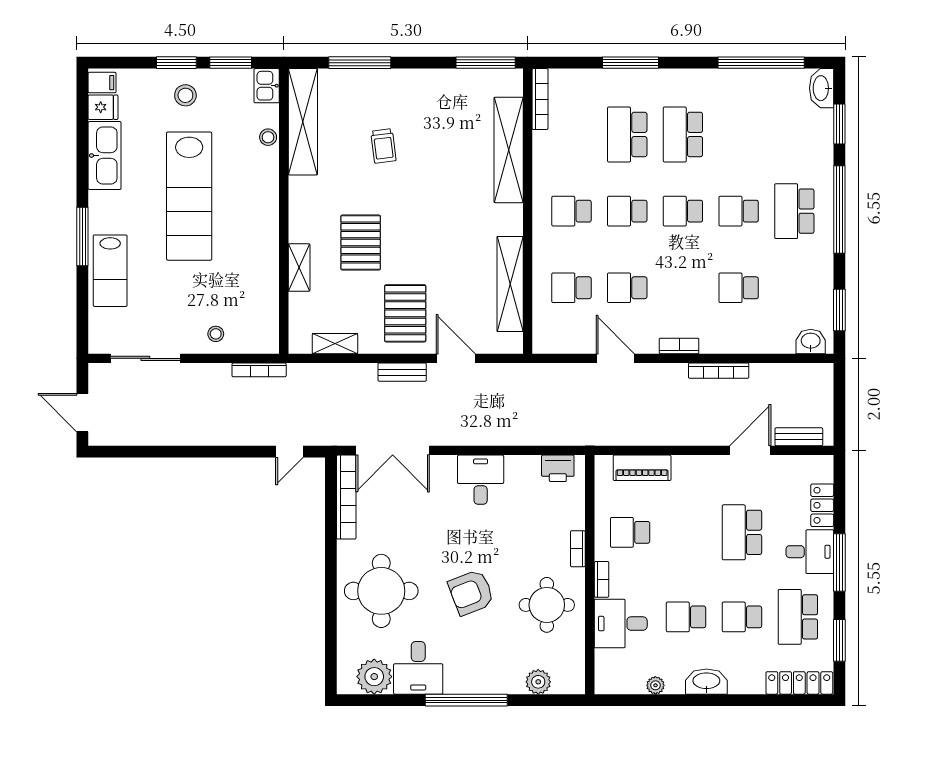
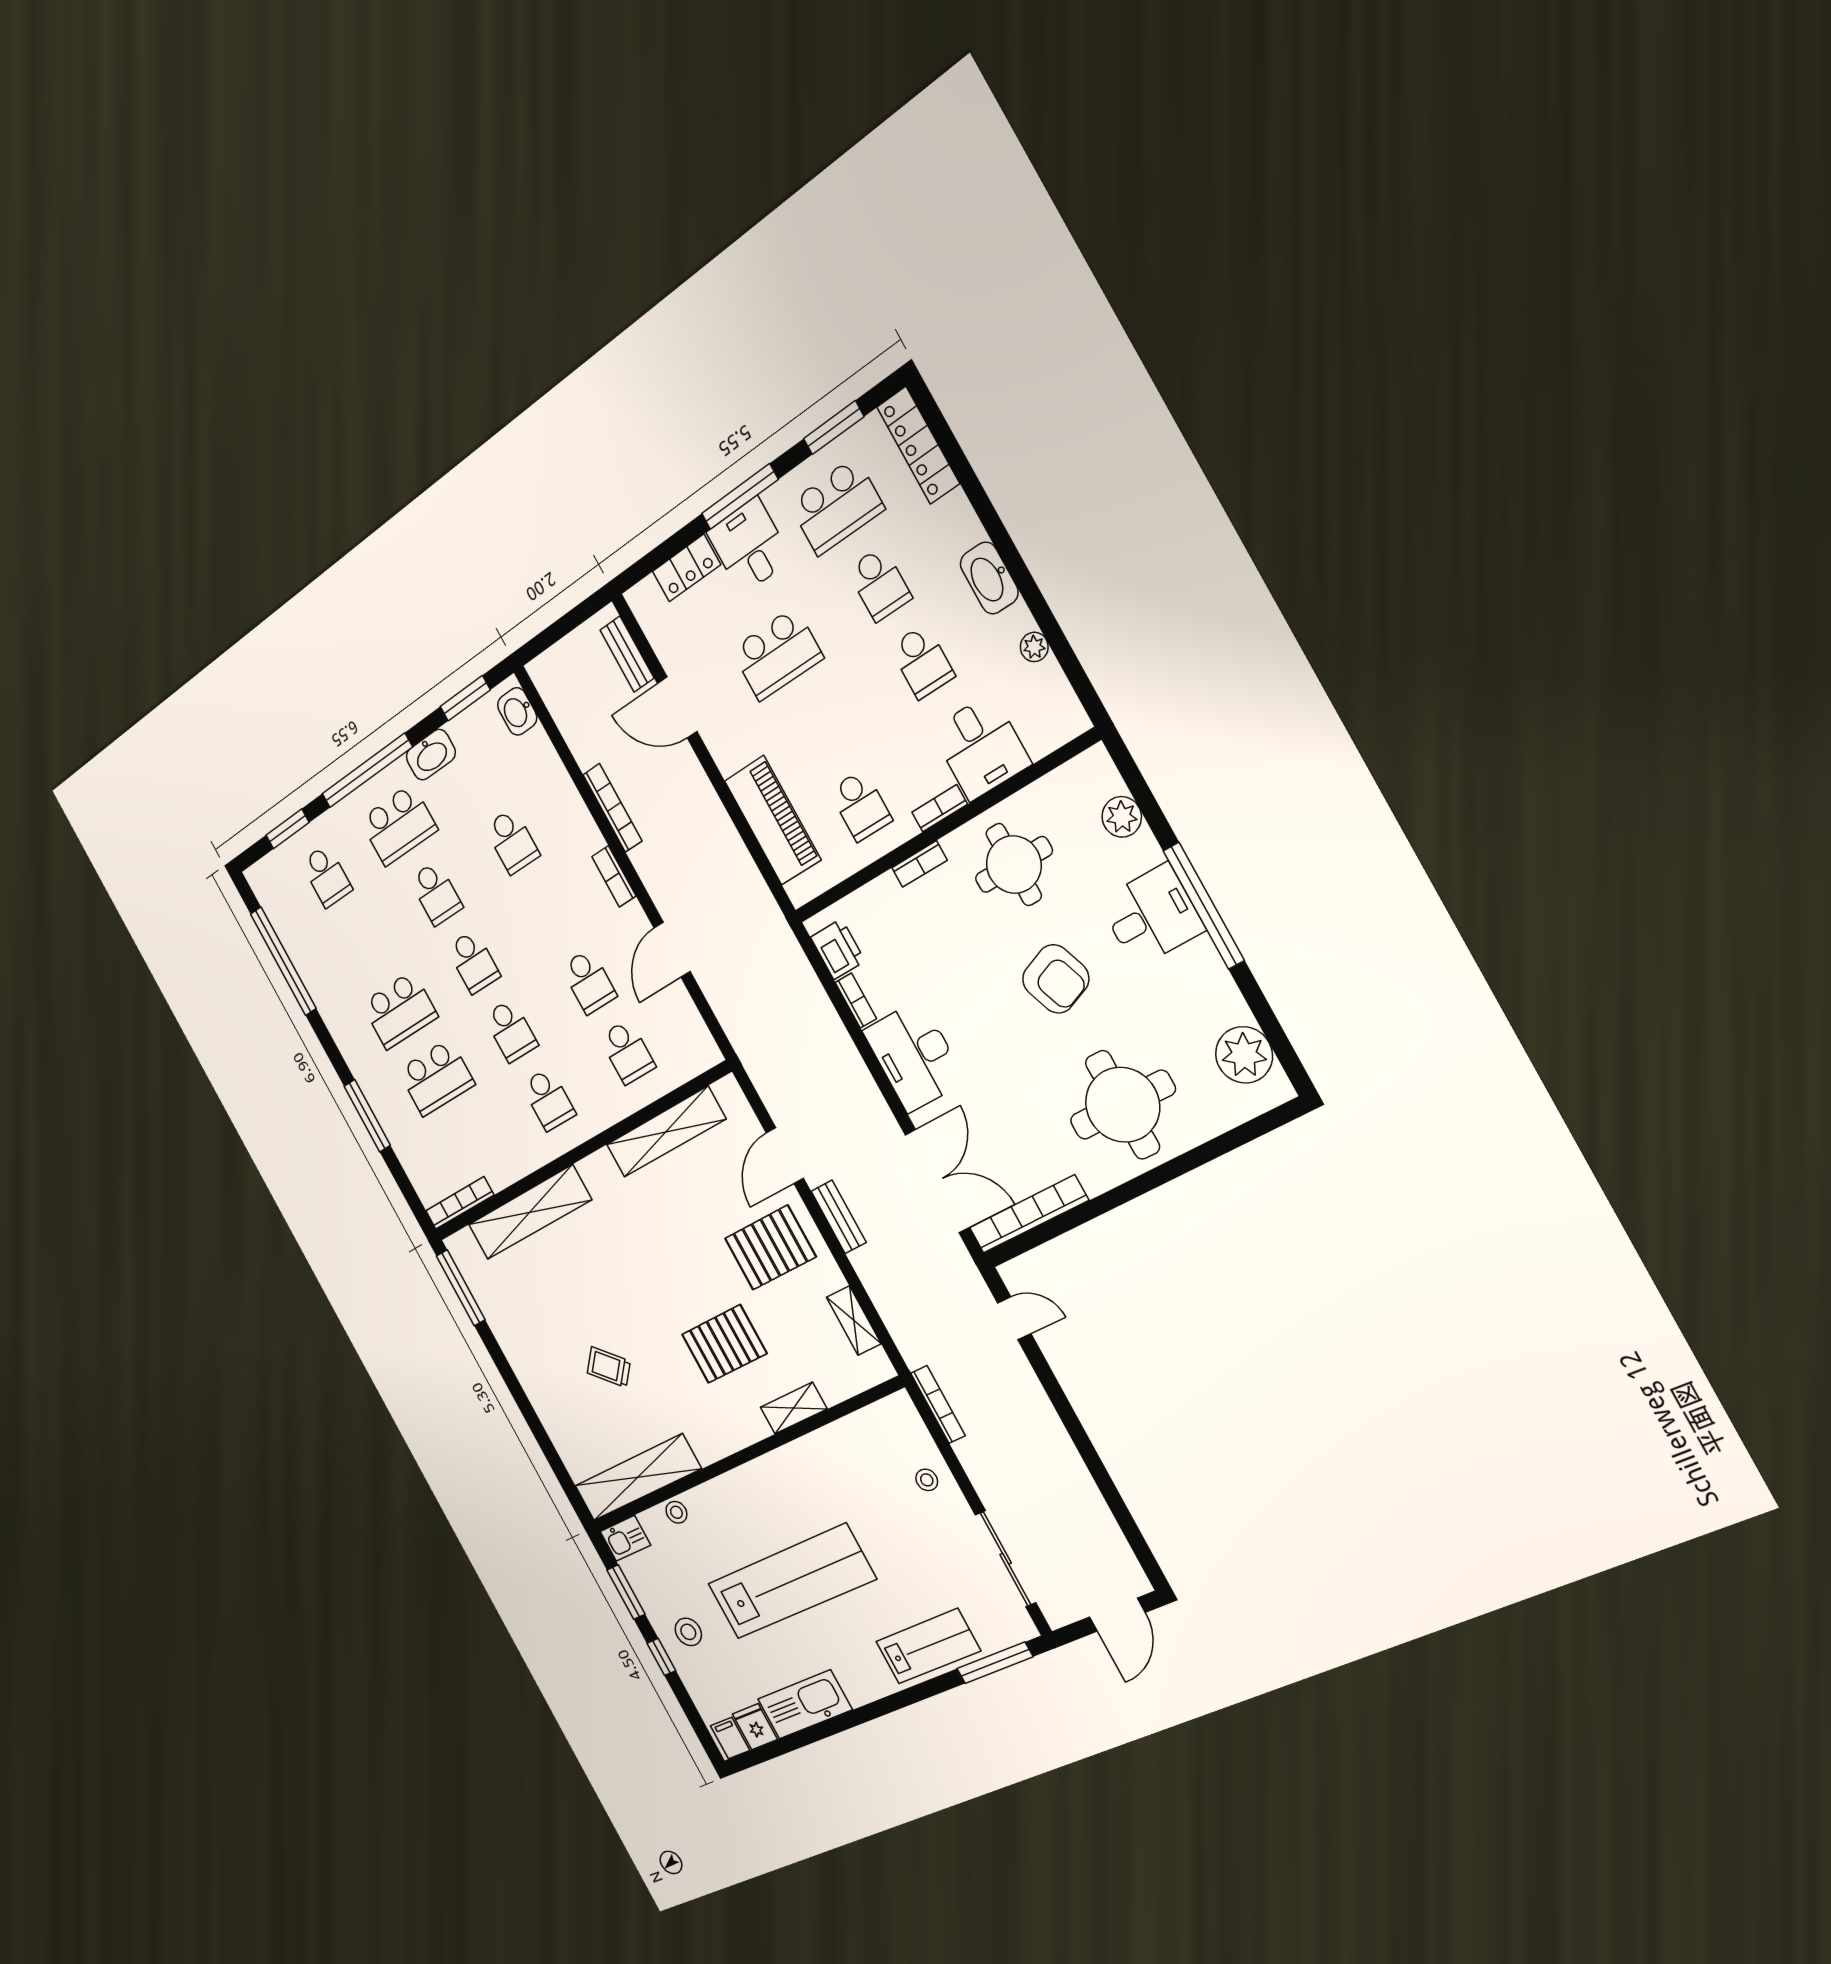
window: (176, 63) -> (661, 1657), width x0.67
window: (360, 63) -> (542, 1438), removed
washbasin: (822, 88) -> (431, 755), moved
school desk: (794, 134) -> (327, 876), added
trolley: (383, 146) -> (609, 1367), turned -130
window: (82, 237) -> (995, 1663), moved
bookcase: (523, 462) -> (856, 1001), added
piano: (642, 468) -> (773, 820), width x1.37, depth x1.33
desk: (481, 480) -> (914, 1056), width x1.37
desk: (418, 668) -> (1152, 916), moved

